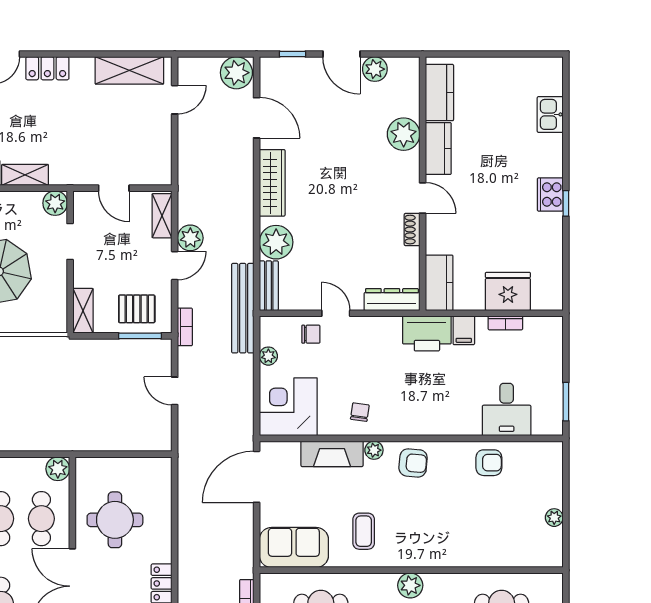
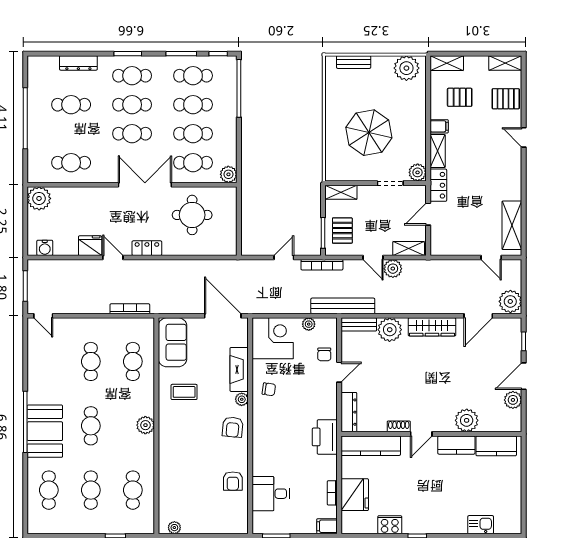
locker: (47, 68) -> (438, 185), moved, turned 180
cooker: (550, 194) -> (390, 525), moved
kitchen counter: (439, 283) -> (371, 446), width x1.50
bookcase: (185, 327) -> (322, 265), width x1.56
filing cabinet: (464, 330) -> (327, 526), moved
plant: (554, 518) -> (174, 528), moved

